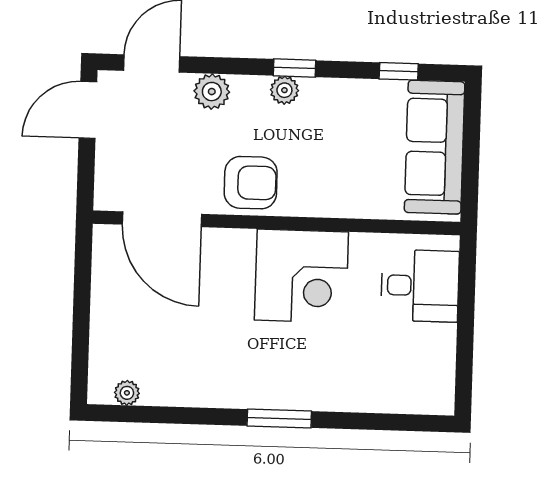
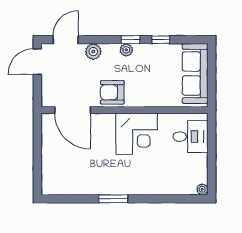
window: (399, 71) -> (161, 40), moved
armchair: (251, 183) -> (112, 92), turned 180
plant: (127, 393) -> (202, 189), moved
window: (279, 419) -> (113, 199), moved

